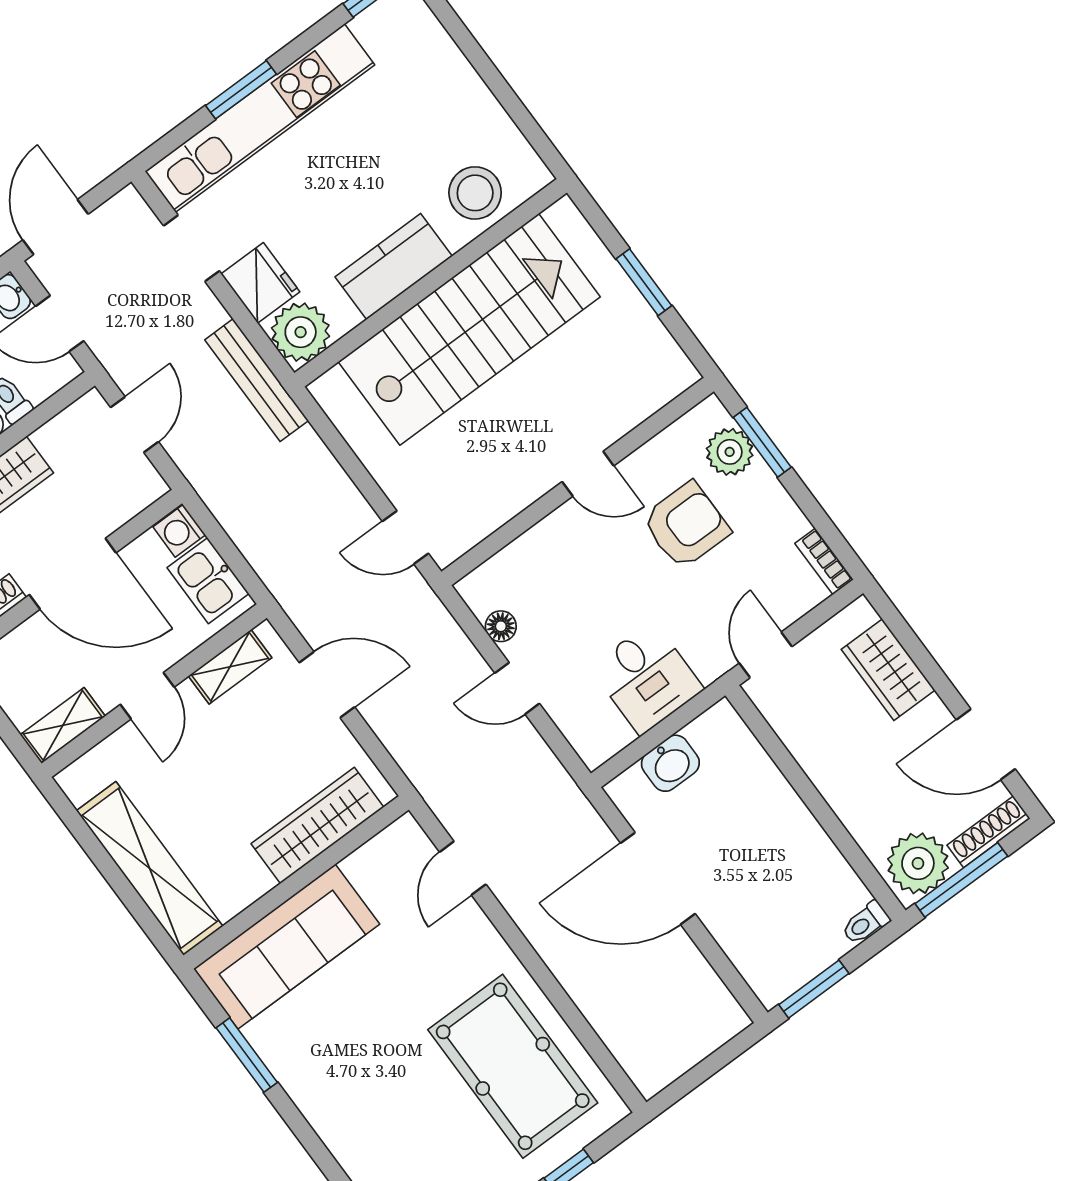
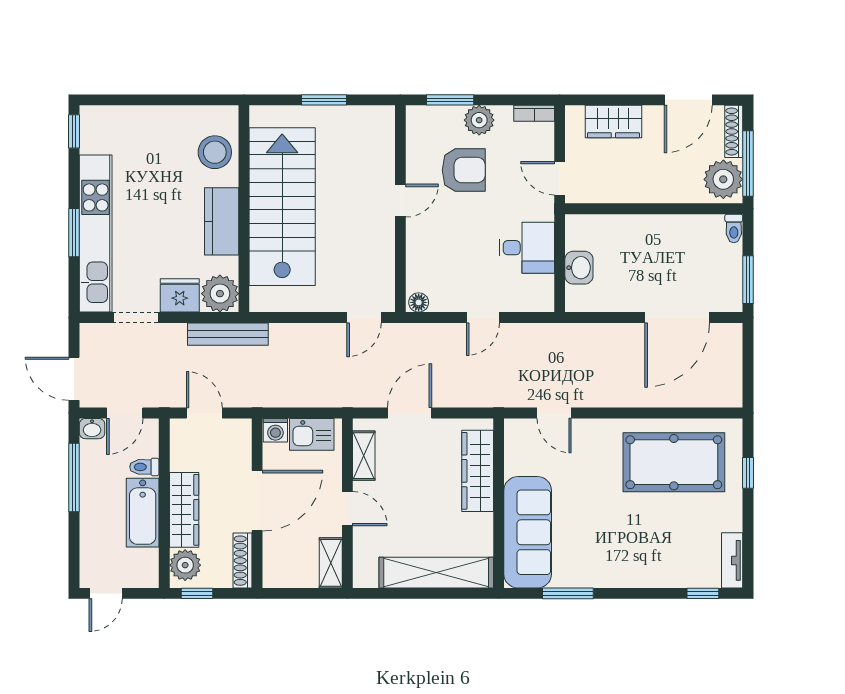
plant: (730, 452) -> (479, 120), moved
armchair: (686, 525) -> (464, 170), turned 90
floor lamp: (501, 626) -> (419, 302), moved
door: (658, 878) -> (677, 317), moved

